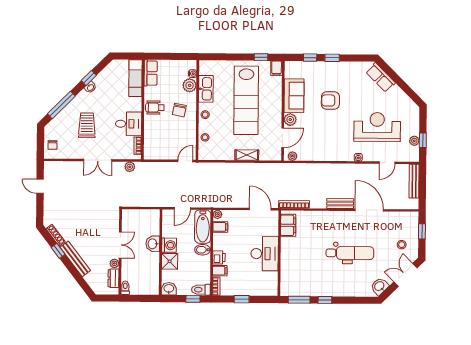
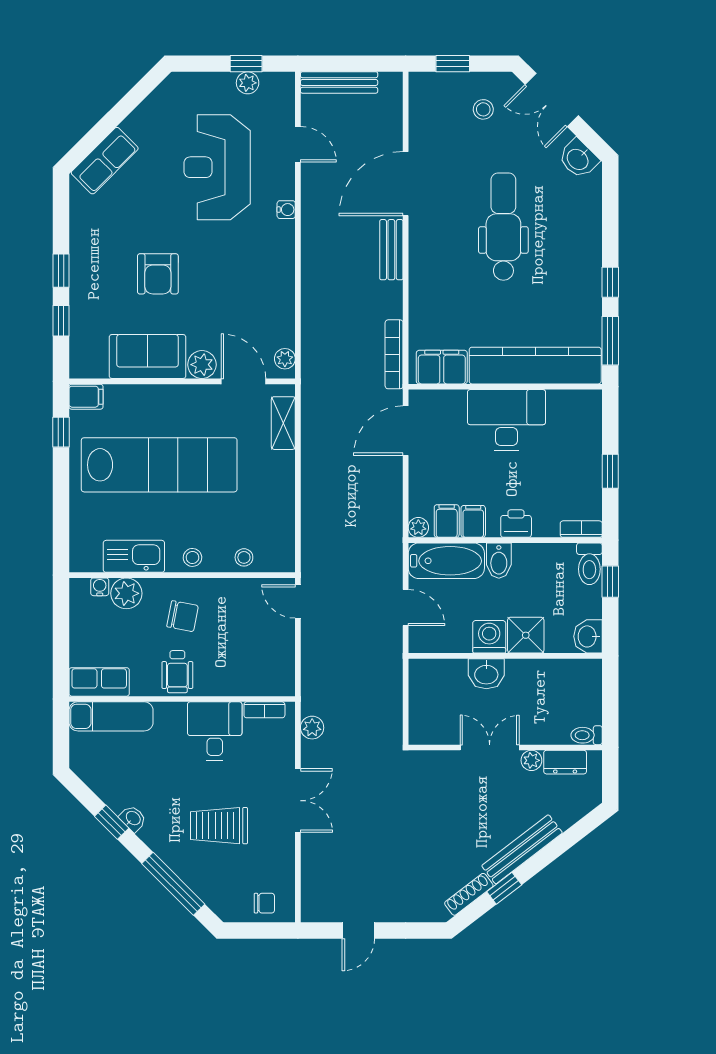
shelving: (247, 155) -> (283, 423), moved
kitchen counter: (289, 267) -> (535, 366), added
filing cabinet: (220, 271) -> (473, 521), moved

